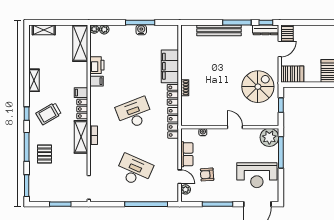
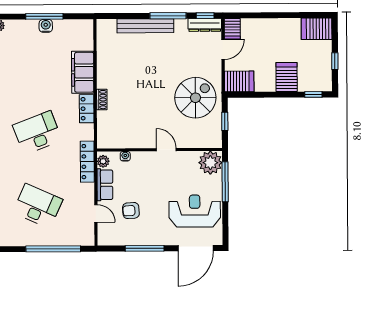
locker: (173, 123) -> (87, 162), moved
reception desk: (257, 175) -> (195, 211), turned 180
plant: (186, 189) -> (103, 161), moved

